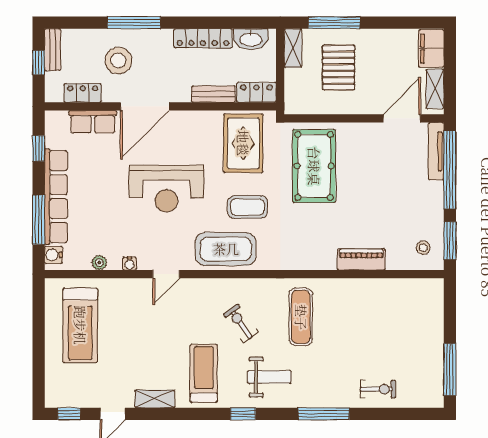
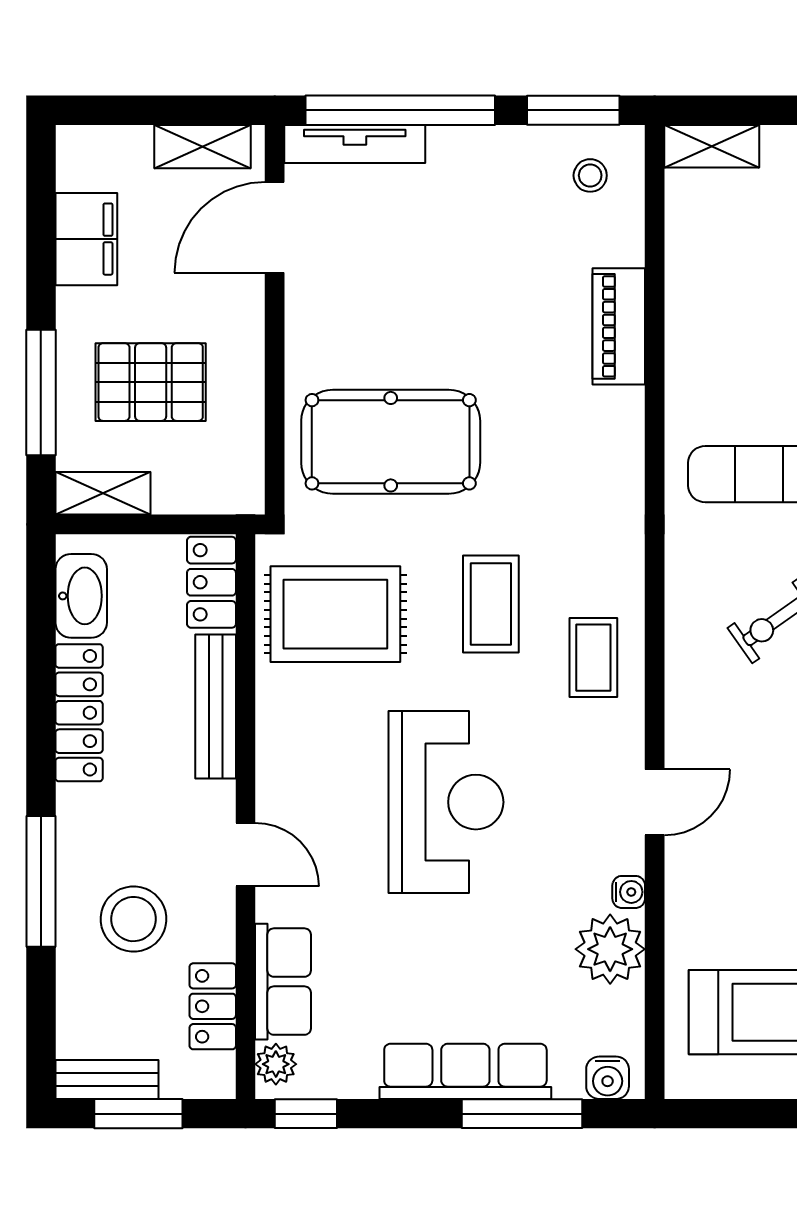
filing cabinet: (431, 49) -> (86, 239), moved, turned -90
window: (39, 62) -> (138, 1114), width x1.50
bench: (213, 94) -> (216, 706), width x1.36
door: (145, 106) -> (246, 855), width x0.53
door: (402, 118) -> (275, 227), hinge flipped
plant: (59, 119) -> (276, 1064), added
window: (39, 148) -> (306, 1114), moved
row of seats: (56, 197) -> (465, 1071), width x0.73
coffee table: (226, 249) -> (593, 658), width x0.54, depth x0.58
plant: (99, 263) -> (610, 949), width x1.88, depth x1.88
door: (166, 274) -> (655, 802), hinge flipped
shelving: (435, 298) -> (712, 146), added

